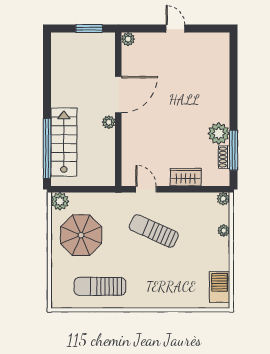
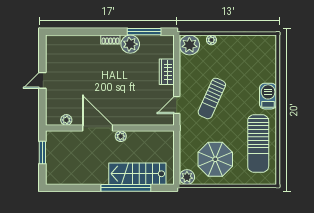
plant: (128, 39) -> (66, 120), moved
window: (47, 148) -> (126, 188), moved
shoe rack: (224, 157) -> (110, 40), moved
plant: (223, 199) -> (189, 45), width x1.88, depth x1.88
sun lounger: (100, 286) -> (258, 144), width x1.36, depth x1.34
barbecue: (220, 287) -> (268, 96), moved, turned 90

